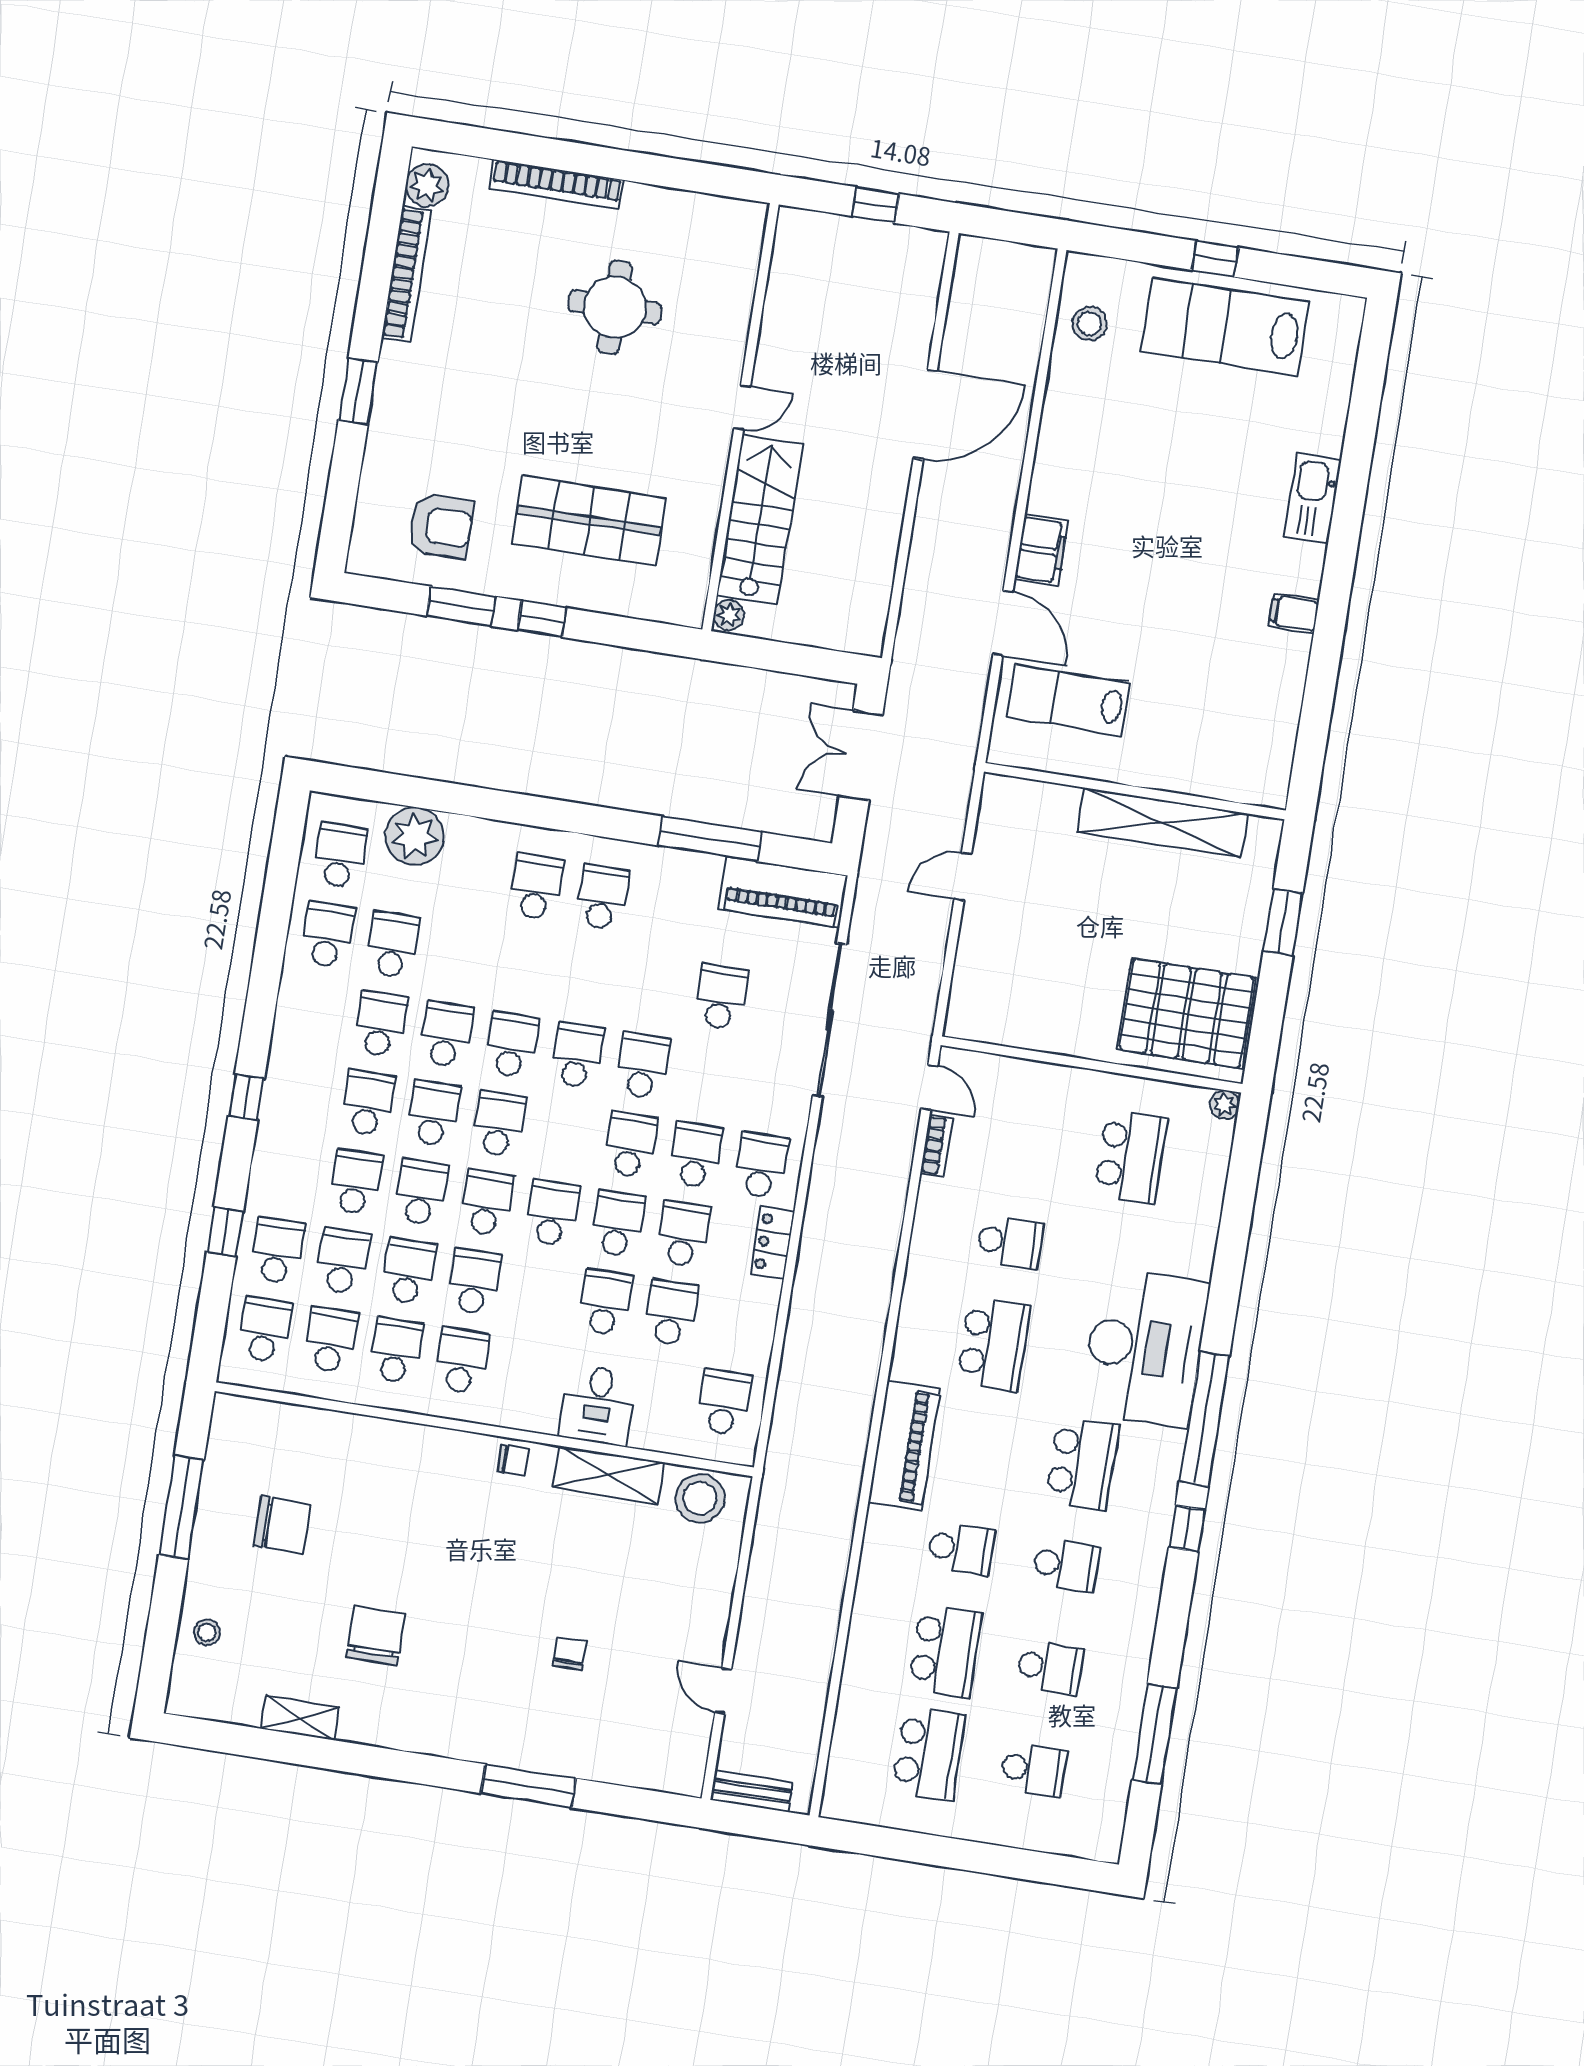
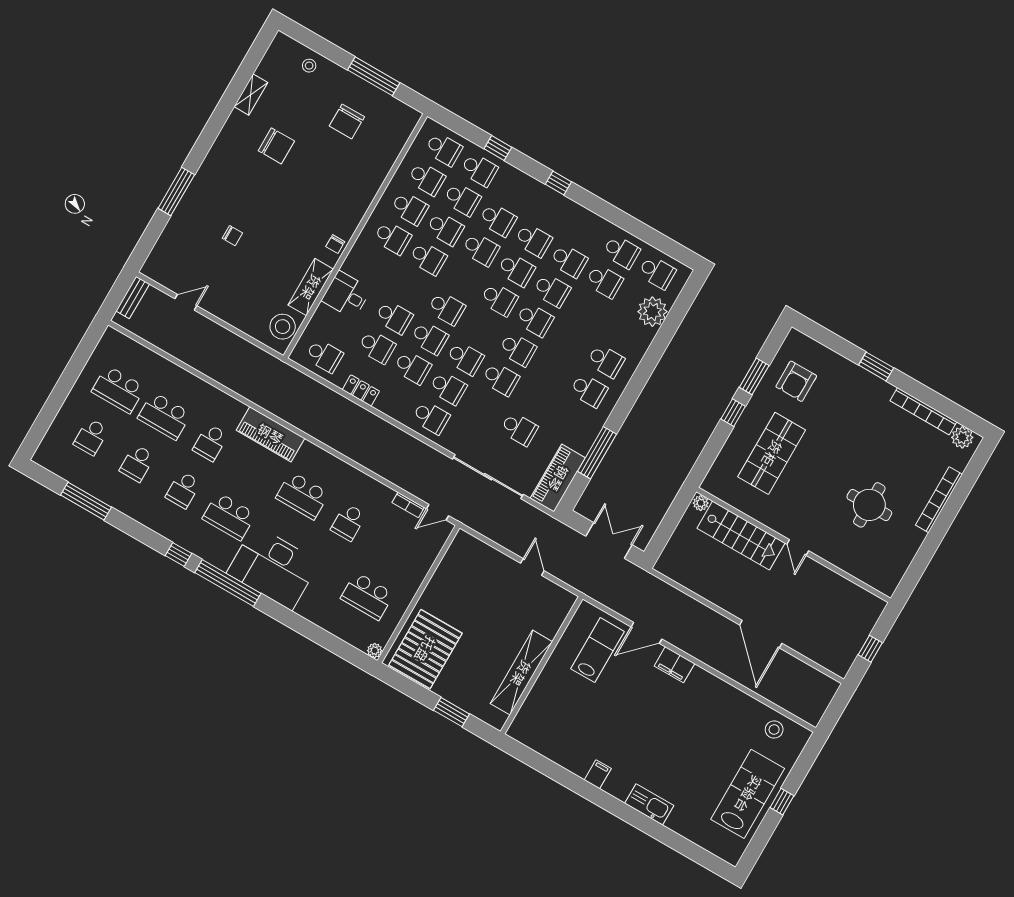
school desk: (487, 1203) -> (464, 279), removed
locker: (772, 1243) -> (361, 390), moved

